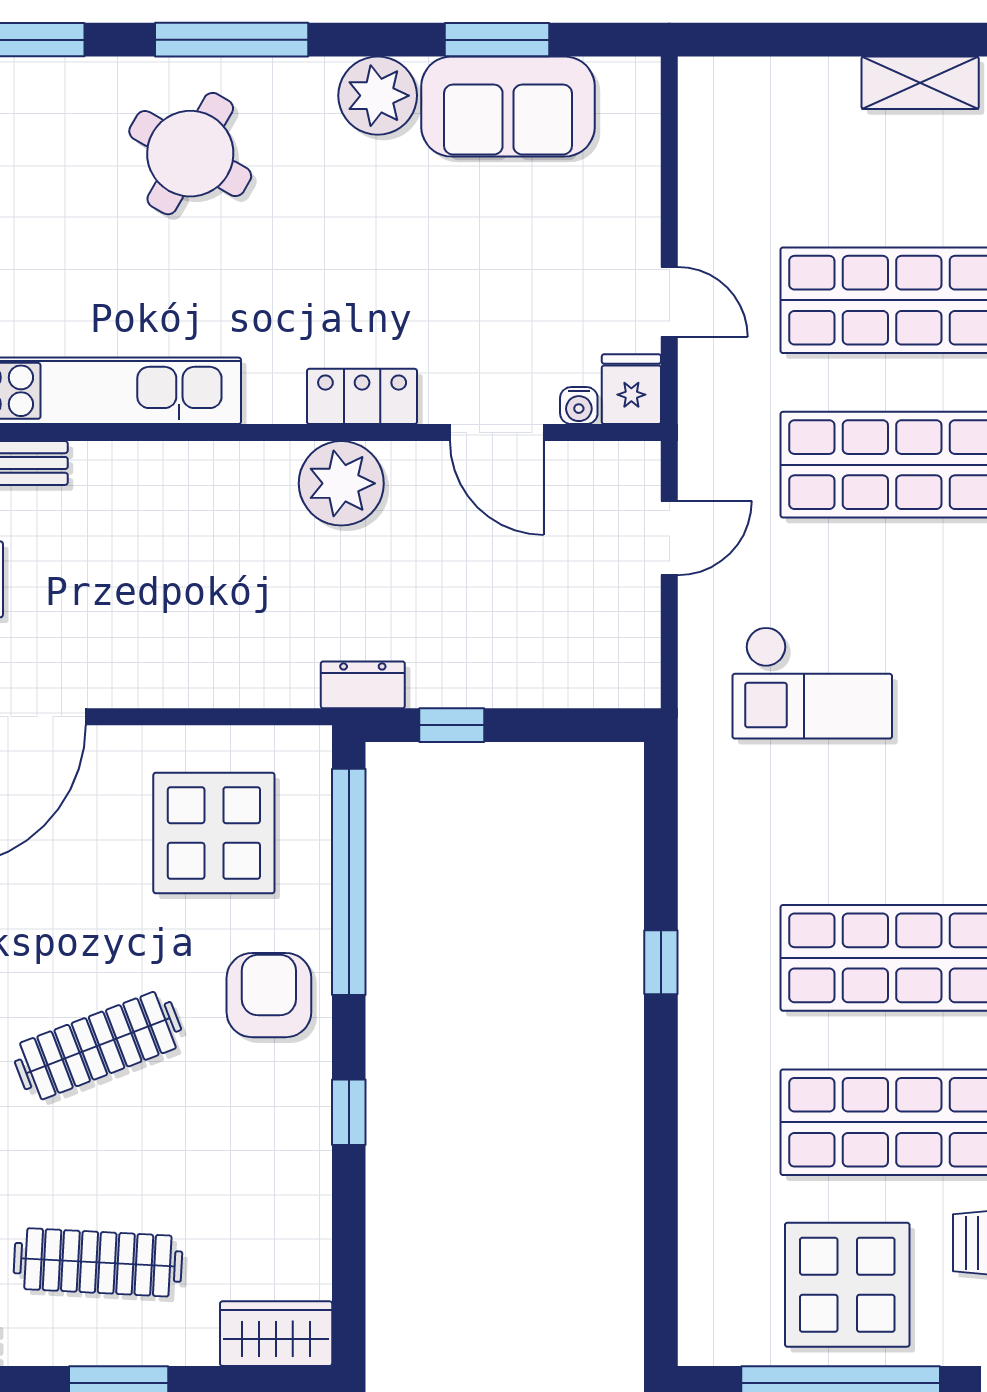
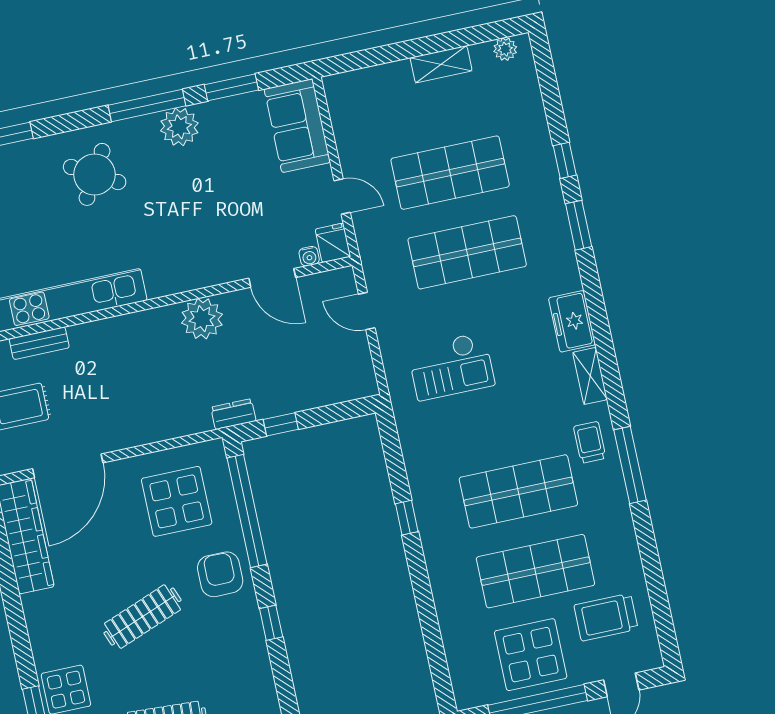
window: (232, 40) -> (147, 105), moved
sofa: (508, 107) -> (297, 126), moved, turned 90
locker: (362, 396) -> (203, 274), removed
door: (669, 538) -> (367, 311), swing flipped

